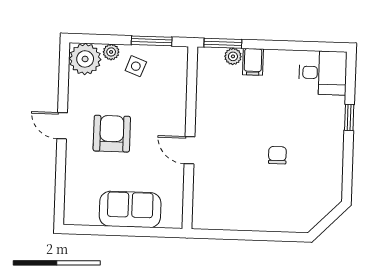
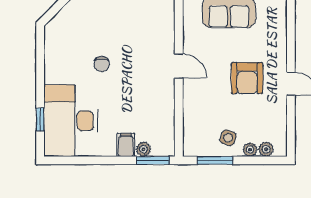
plant: (85, 59) -> (266, 149), width x0.53, depth x0.53
desk: (323, 73) -> (71, 121), width x1.87, depth x1.30
window: (349, 117) -> (40, 119), moved

